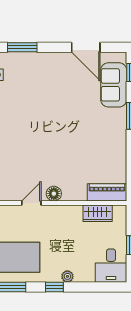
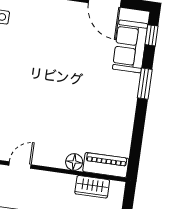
floor lamp: (54, 194) -> (74, 162), moved

